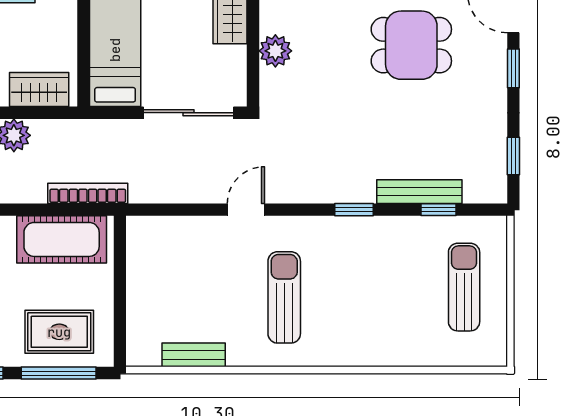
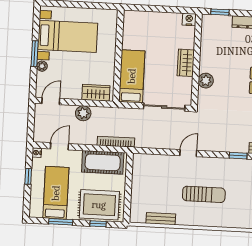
sun lounger: (284, 297) -> (204, 194), turned 90
rug: (59, 332) -> (99, 205), width x1.36, depth x1.43
window: (59, 373) -> (98, 224), width x0.46

